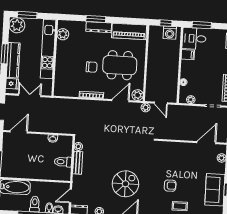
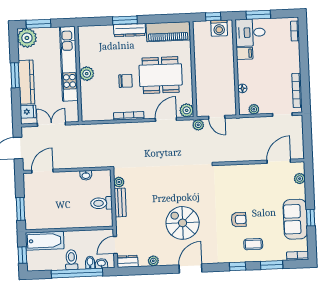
plant: (63, 34) -> (87, 74), moved
spiral stairs: (125, 184) -> (183, 223), turned -90

